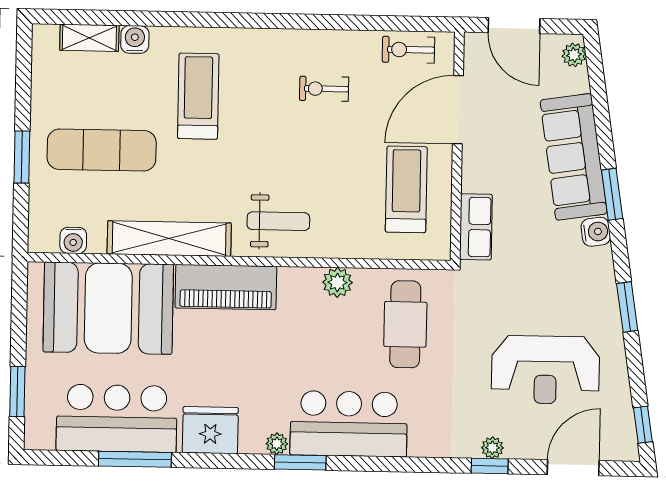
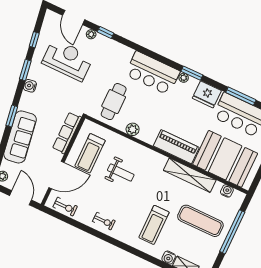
exercise bike: (324, 89) -> (104, 221), moved
window: (22, 157) -> (232, 232), width x2.11
weight bench: (278, 221) -> (121, 173), moved, turned 180
row of seats: (476, 227) -> (67, 133), width x1.48
water cooler: (596, 232) -> (30, 86), moved
window: (643, 425) -> (34, 40), moved
plant: (492, 448) -> (91, 34), moved
window: (300, 462) -> (192, 73), moved
door: (573, 468) -> (74, 18), hinge flipped

